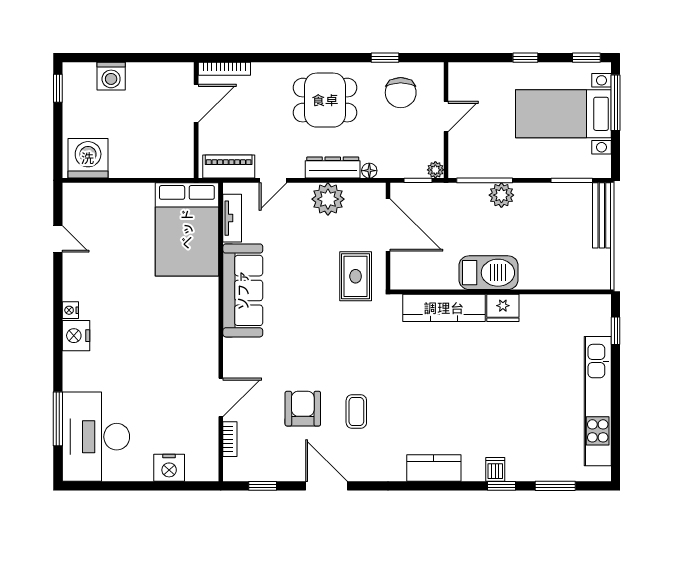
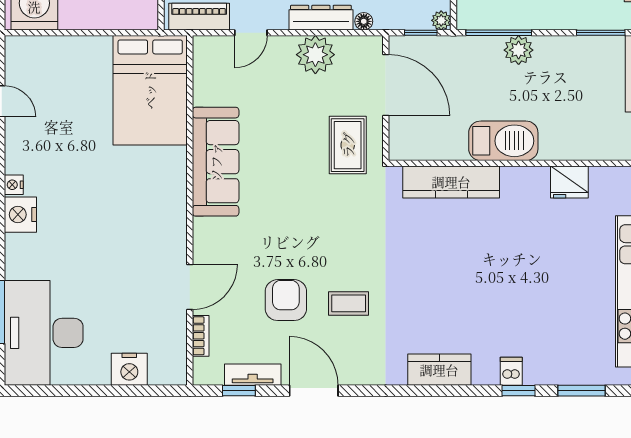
tv unit: (232, 218) -> (253, 375), moved, turned -90
fridge: (503, 308) -> (569, 182), moved
coffee table: (356, 412) -> (349, 303), turned 90

